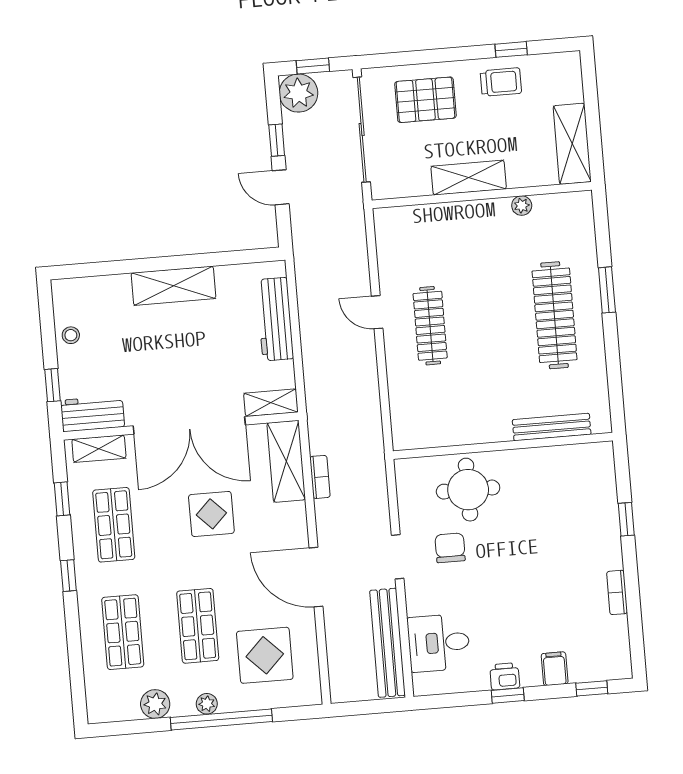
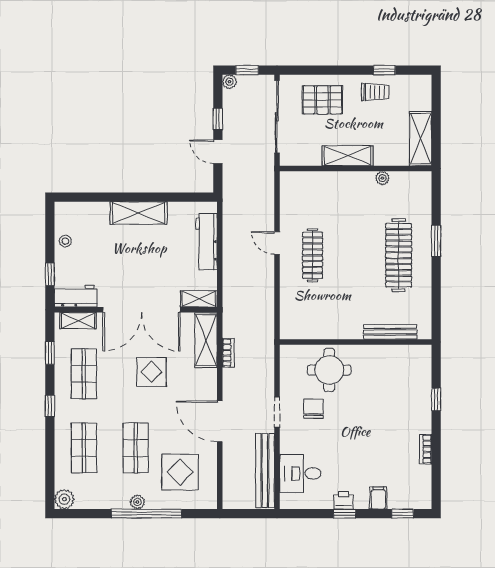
plant: (299, 93) -> (229, 82), width x0.53, depth x0.53
plant: (155, 704) -> (64, 499), moved

